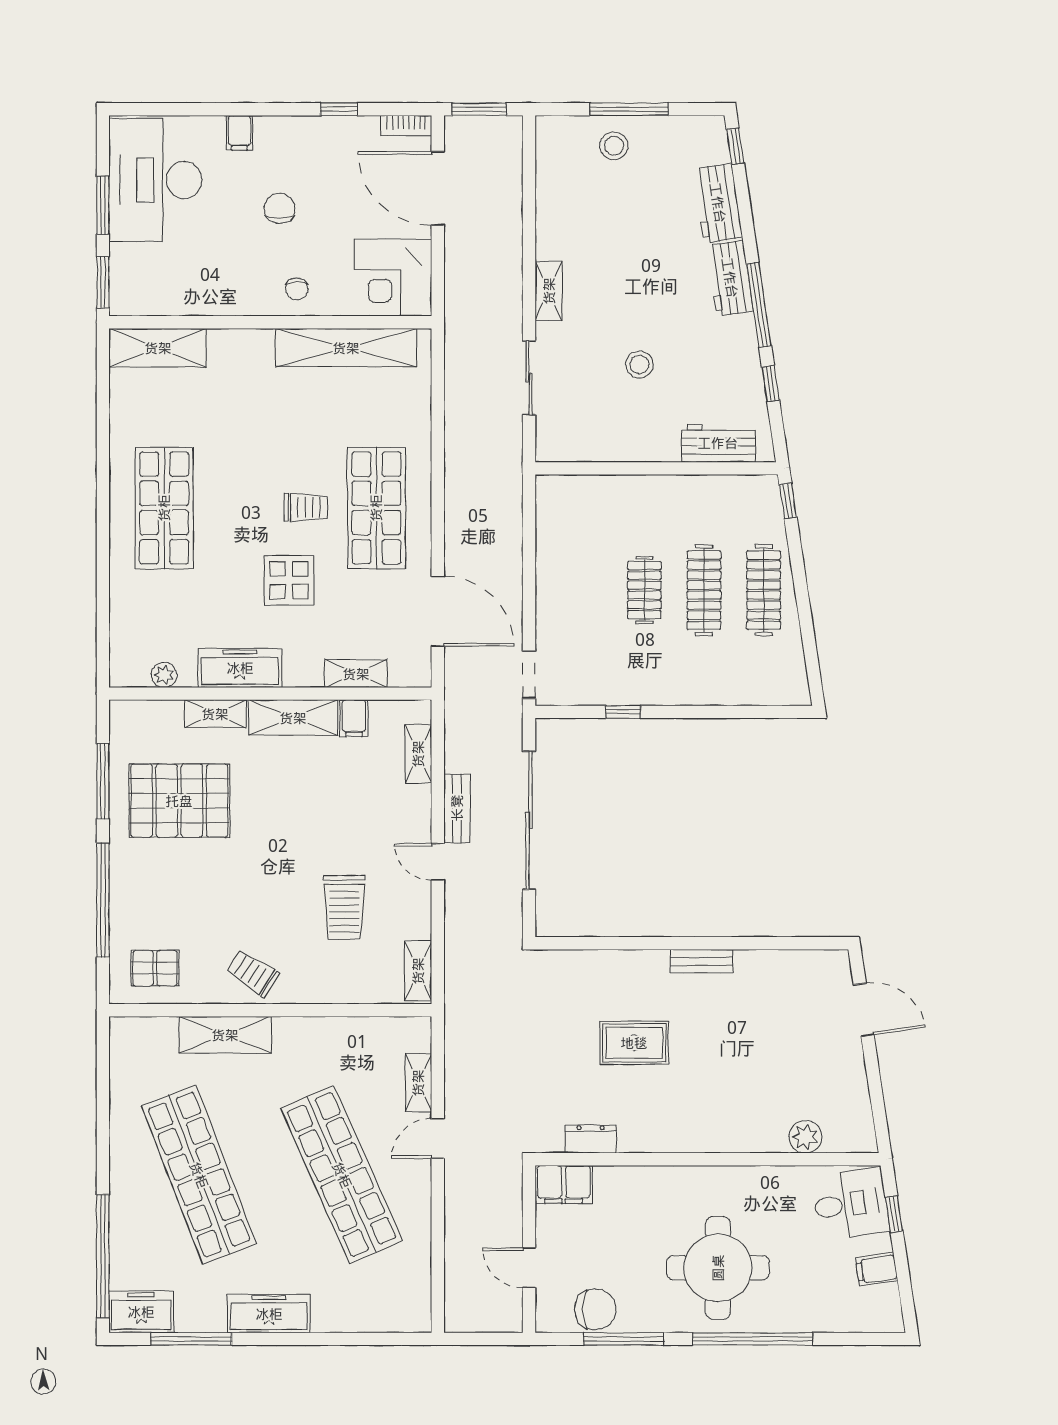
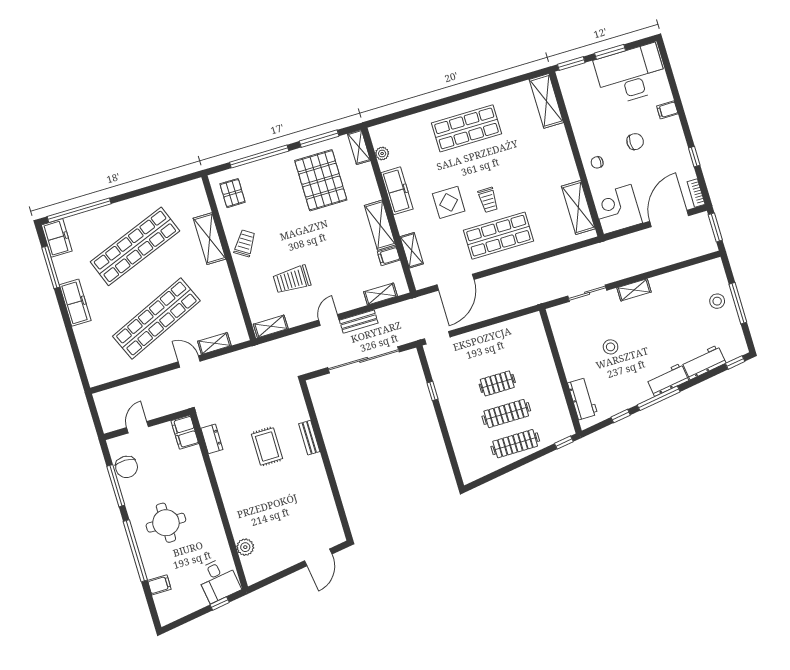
shelving: (346, 348) -> (578, 208), width x0.68
shelving: (215, 714) -> (359, 147), moved
bench: (701, 961) -> (309, 438), moved
round table: (718, 1268) -> (166, 523), width x0.73, depth x0.73
filing cabinet: (877, 1269) -> (159, 585), moved, turned 98

